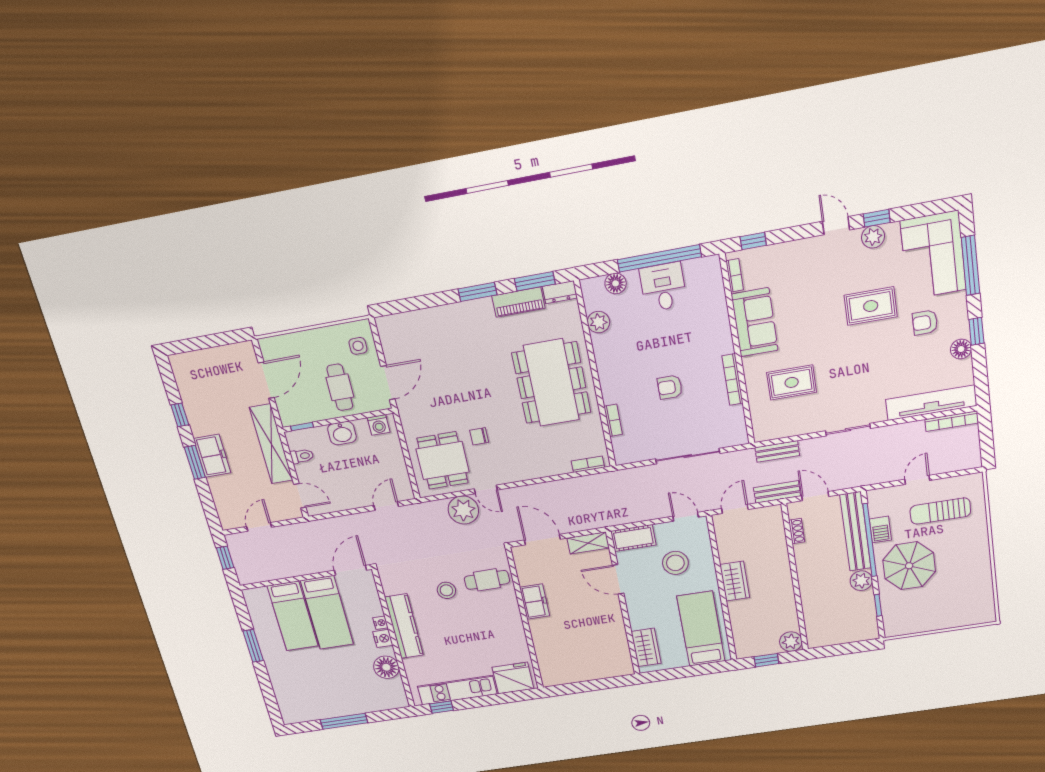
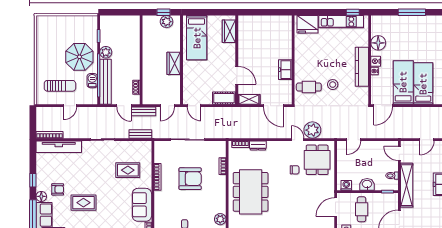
floor lamp: (961, 349) -> (41, 196), moved
armchair: (670, 387) -> (190, 179), width x1.88, depth x1.88
dresser: (555, 467) -> (258, 146), added
stool: (675, 563) -> (204, 80), removed
plant: (791, 642) -> (167, 22), moved

